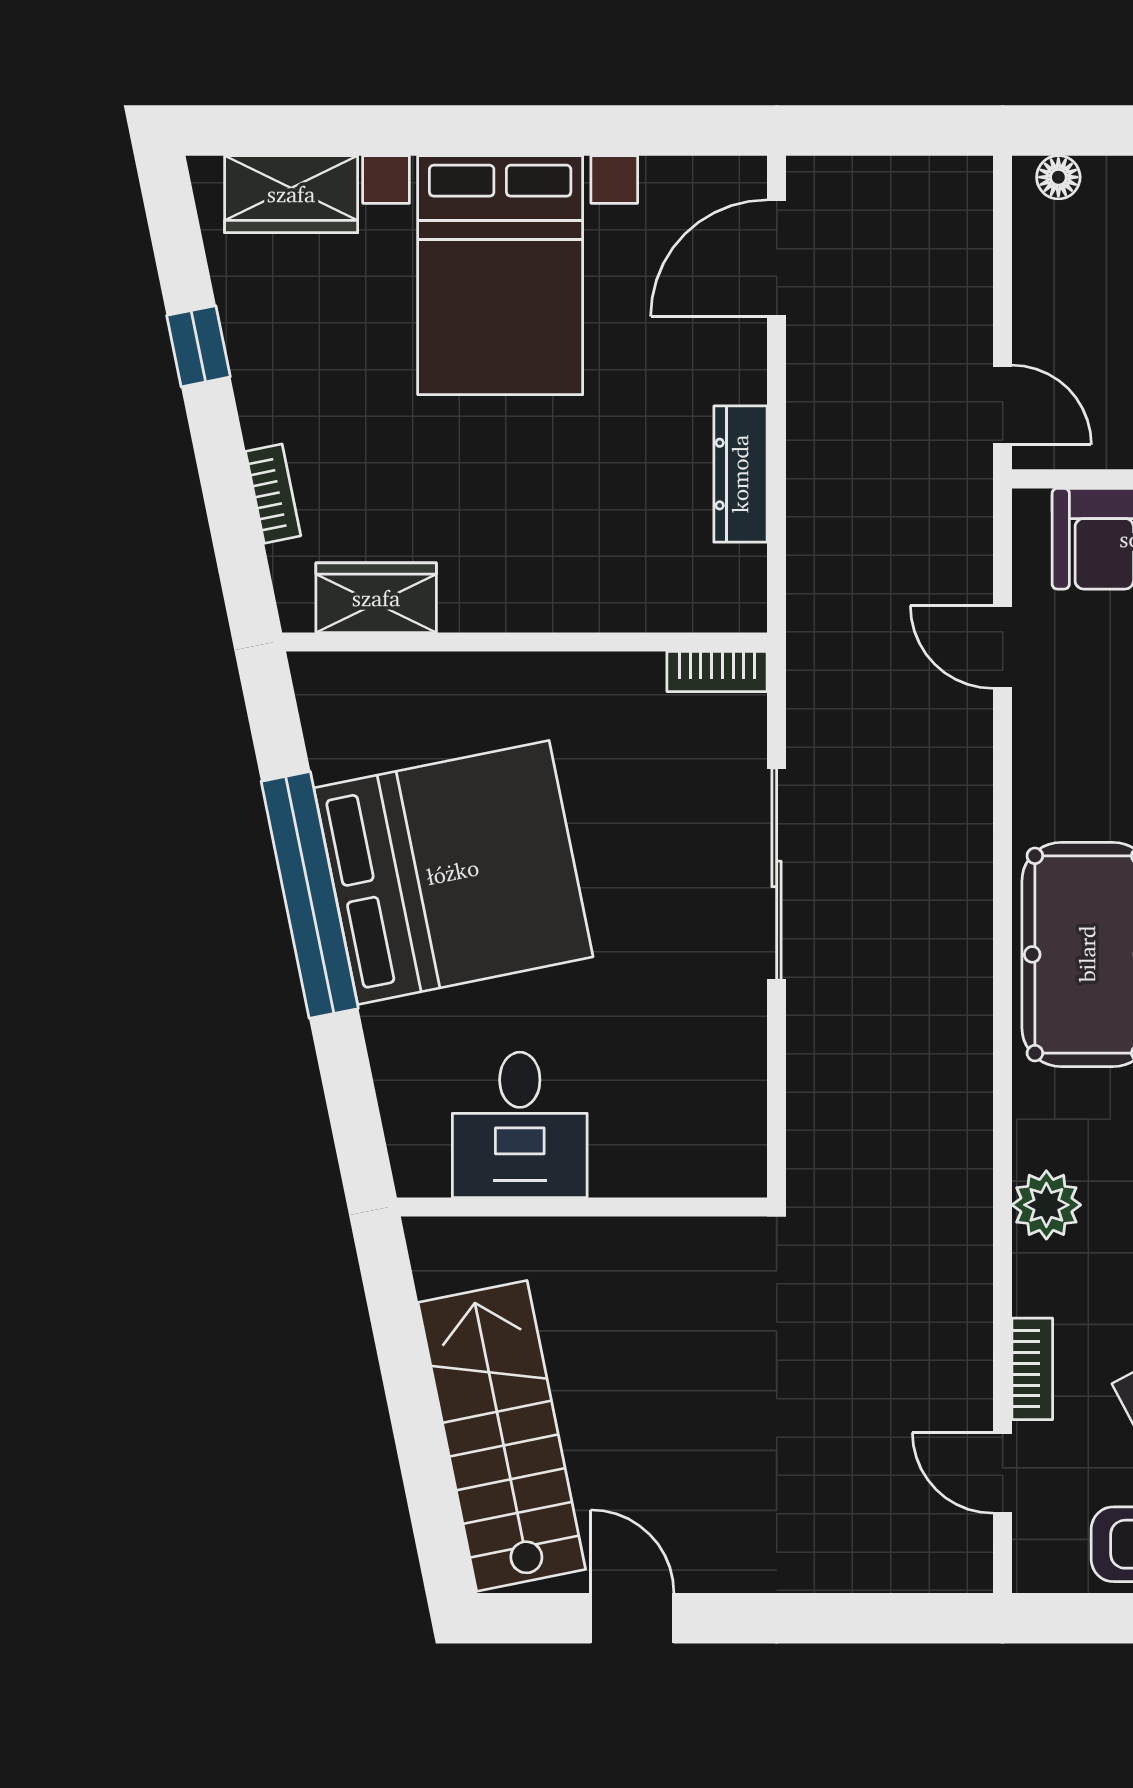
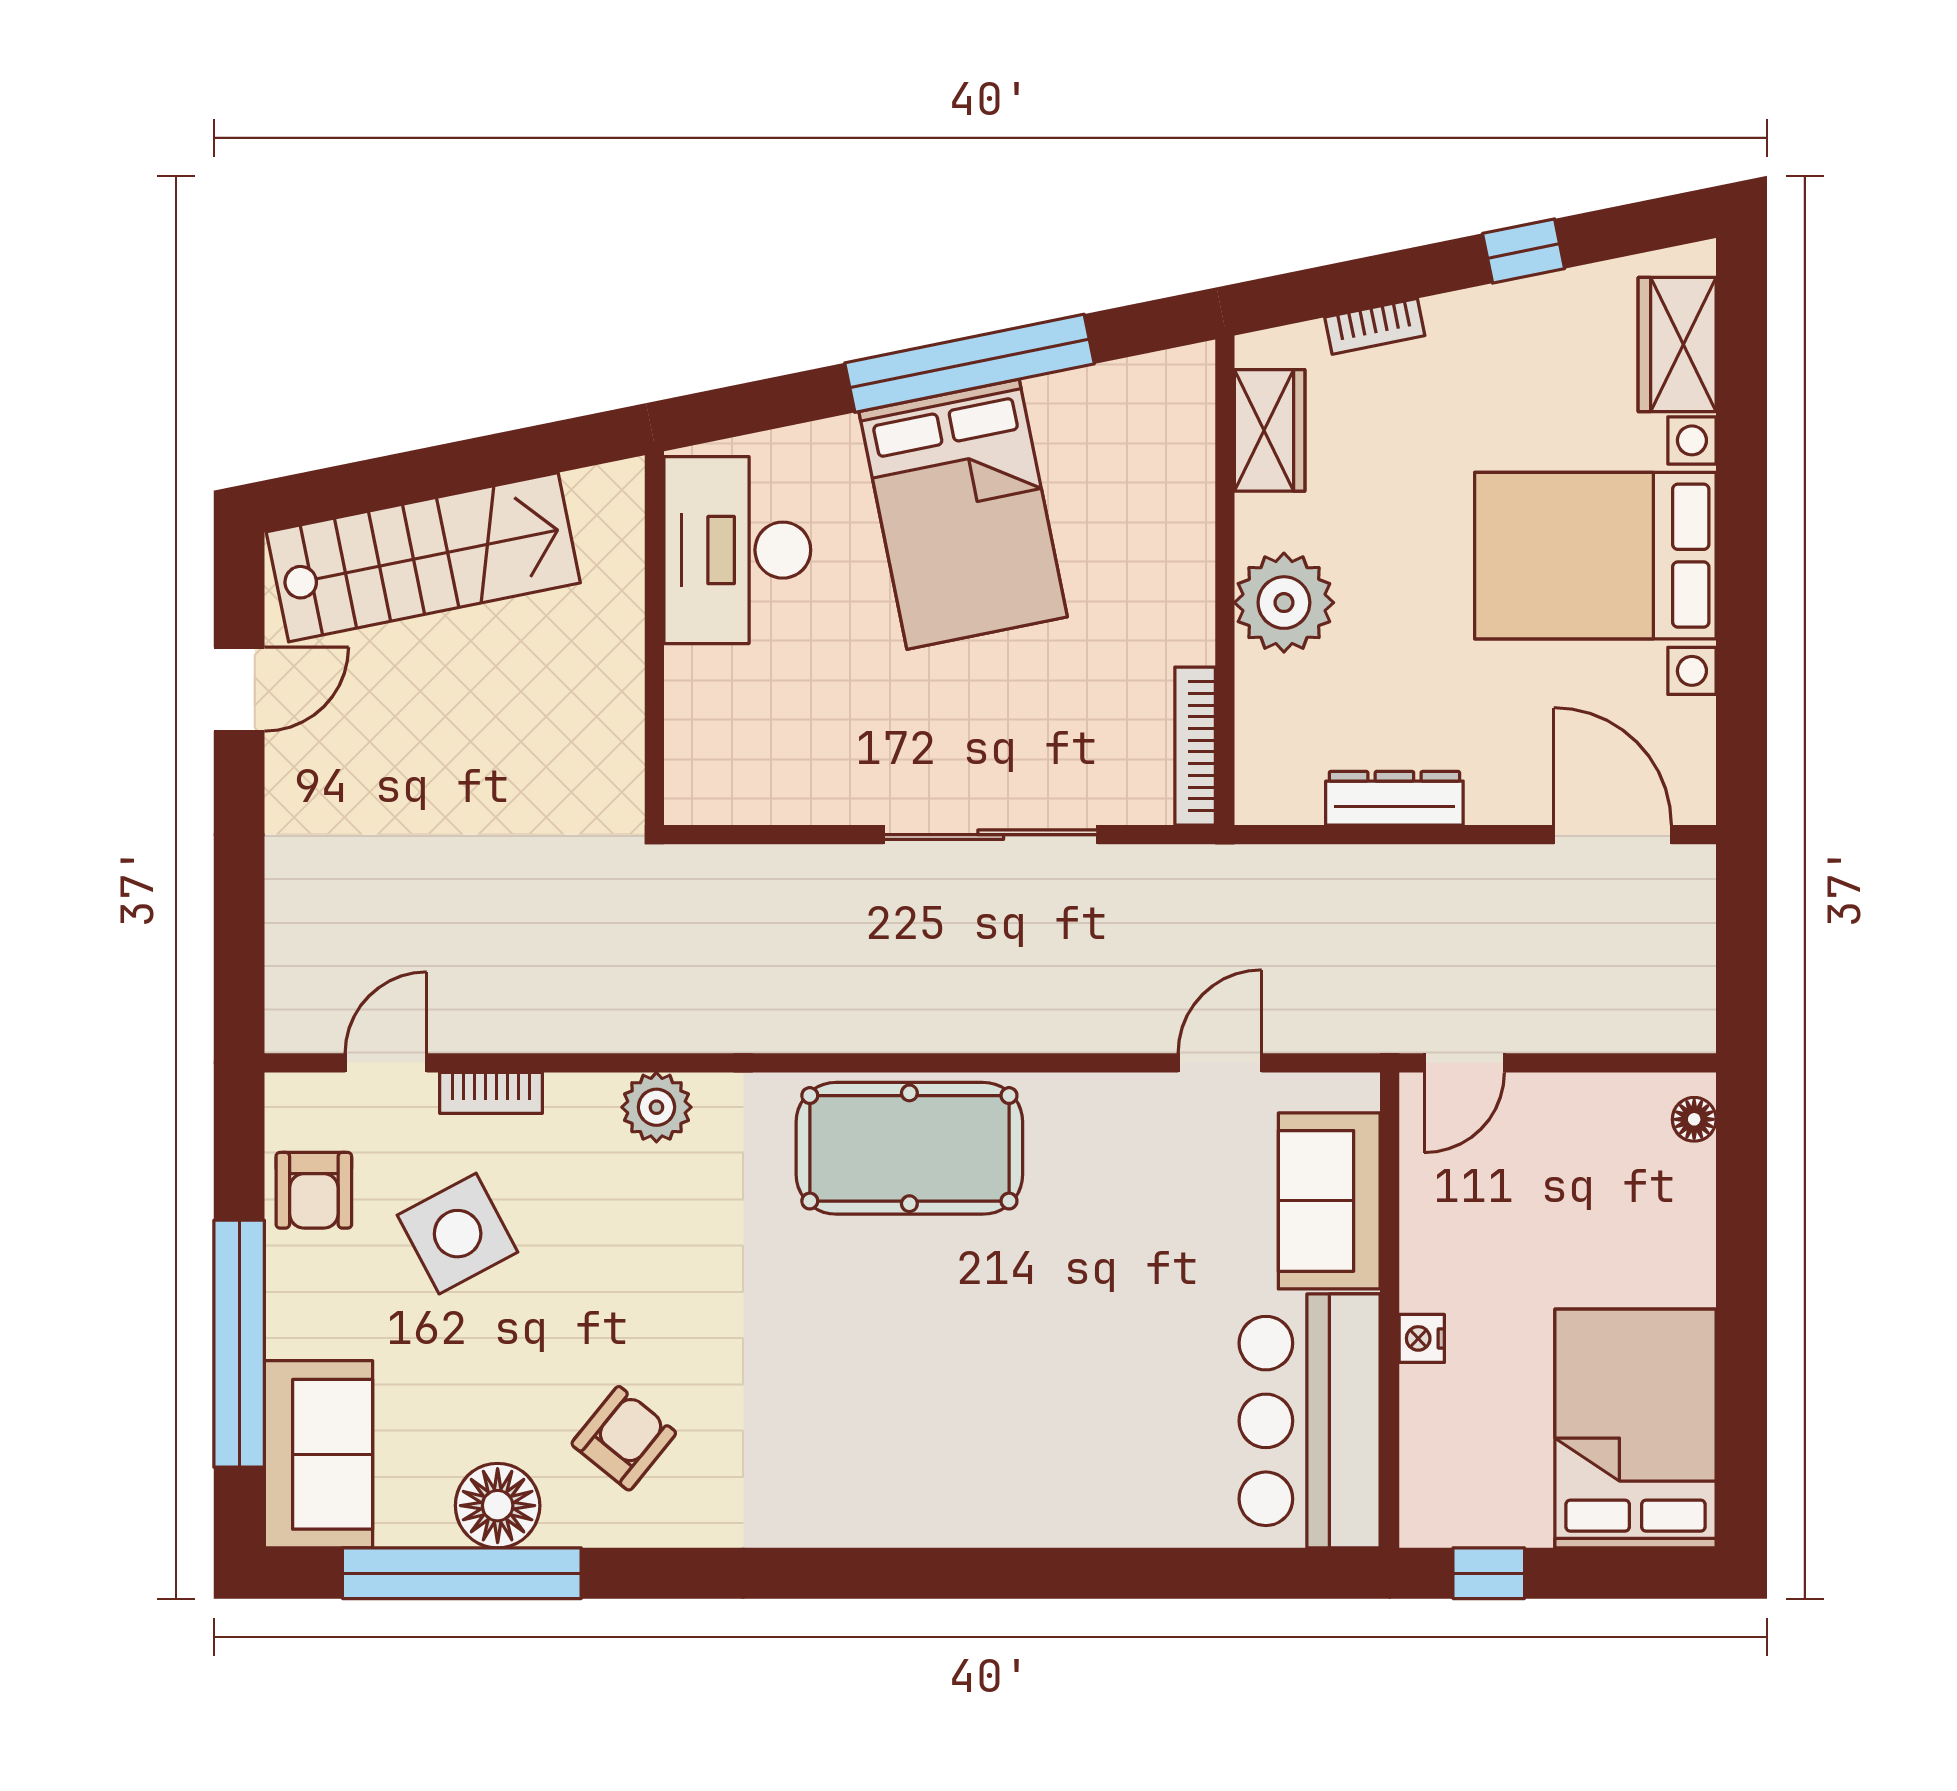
plant: (547, 583) -> (1284, 603), added
bookcase: (717, 672) -> (1195, 746), width x1.56
bed: (453, 872) -> (963, 514), width x0.73
desk: (520, 1125) -> (737, 550), width x1.37

